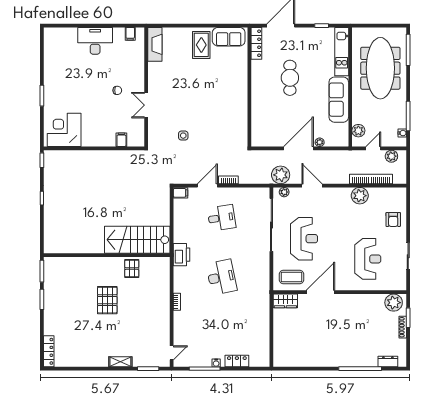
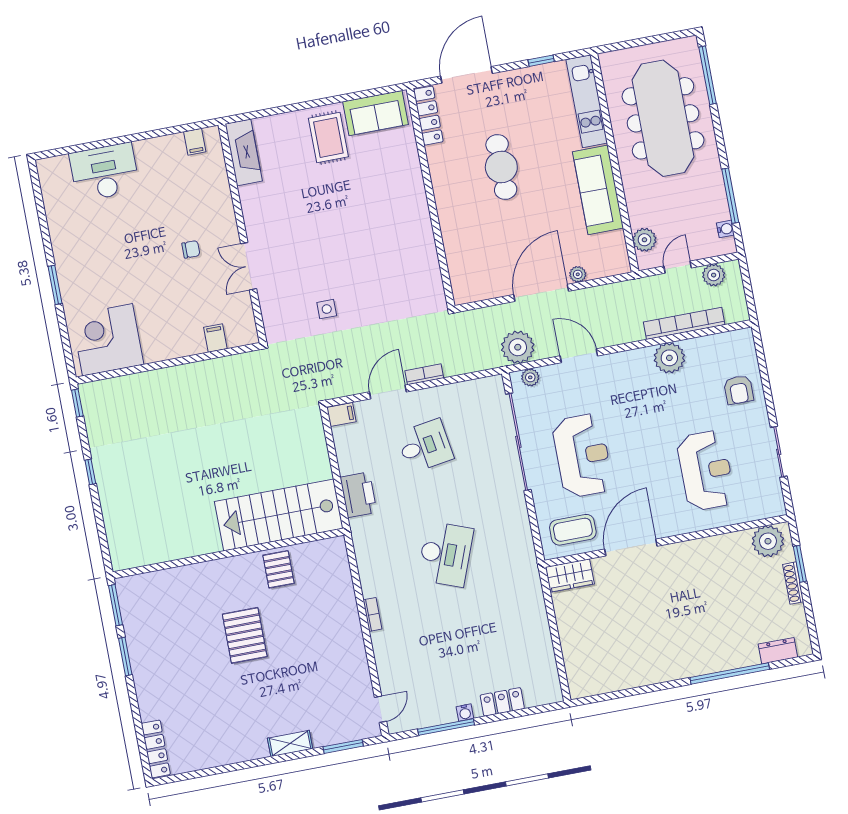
desk: (95, 41) -> (104, 172), moved
printer: (181, 255) -> (358, 495), moved
desk: (222, 277) -> (445, 554), turned 33

